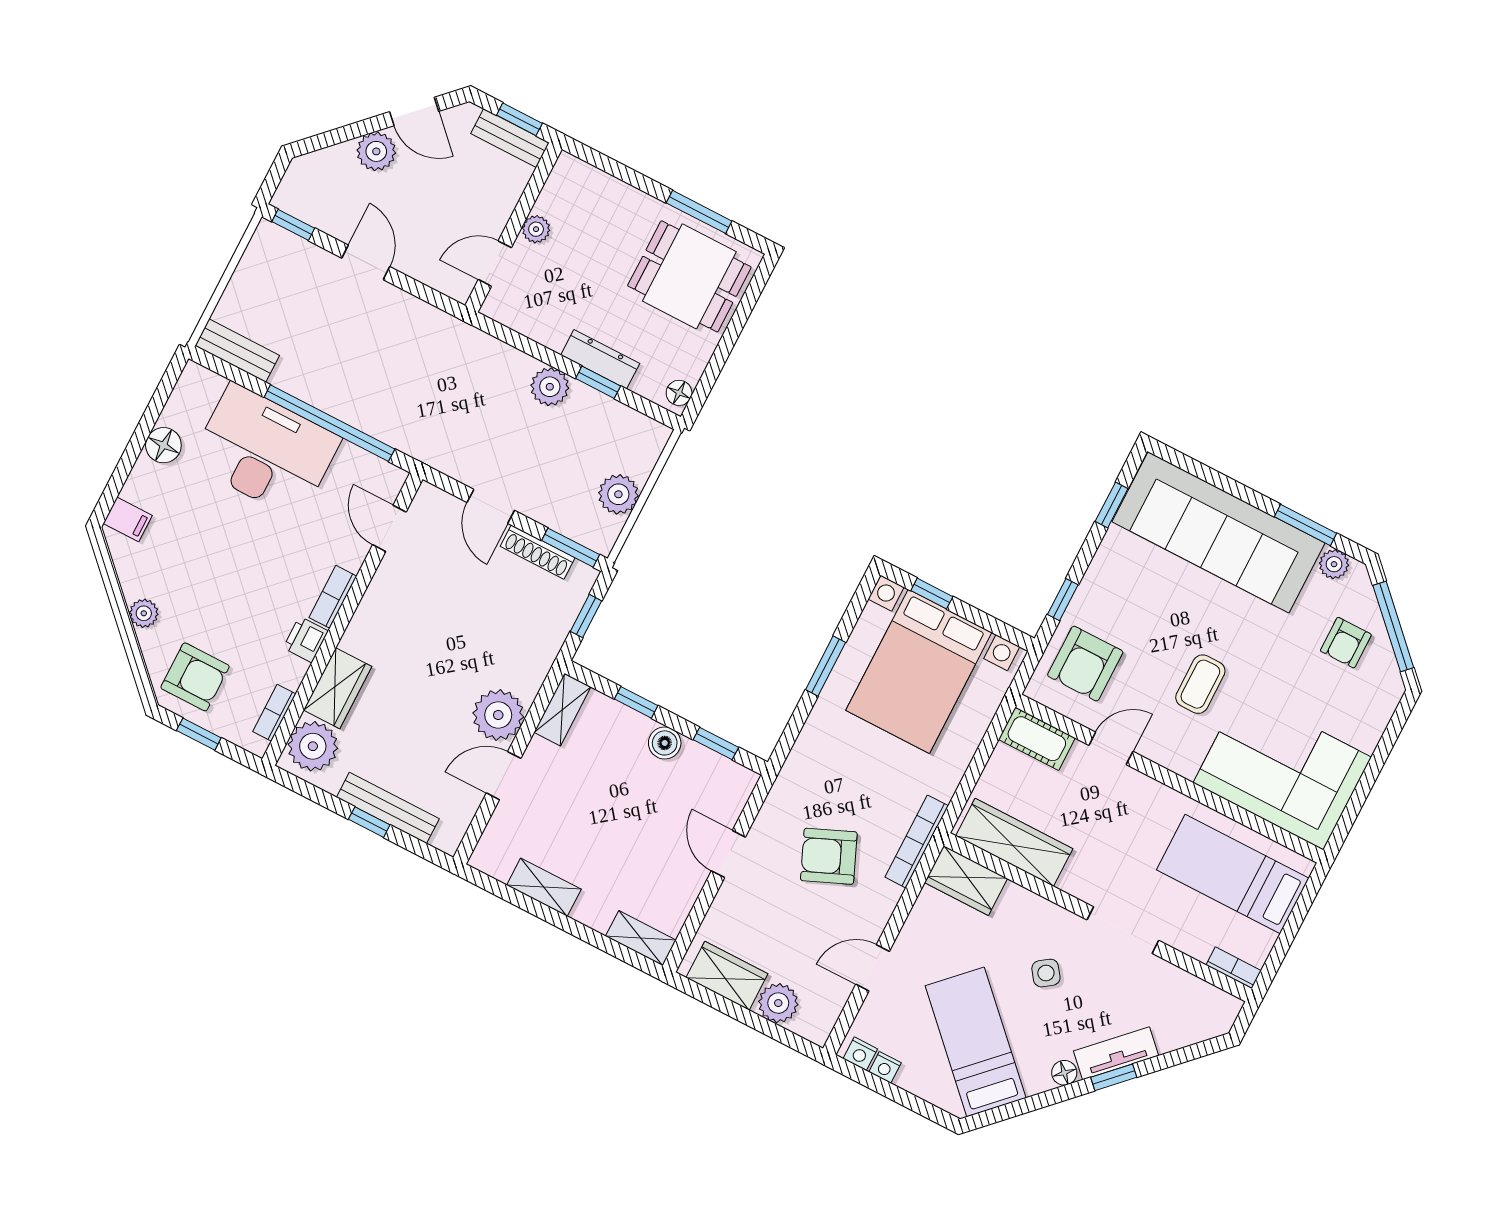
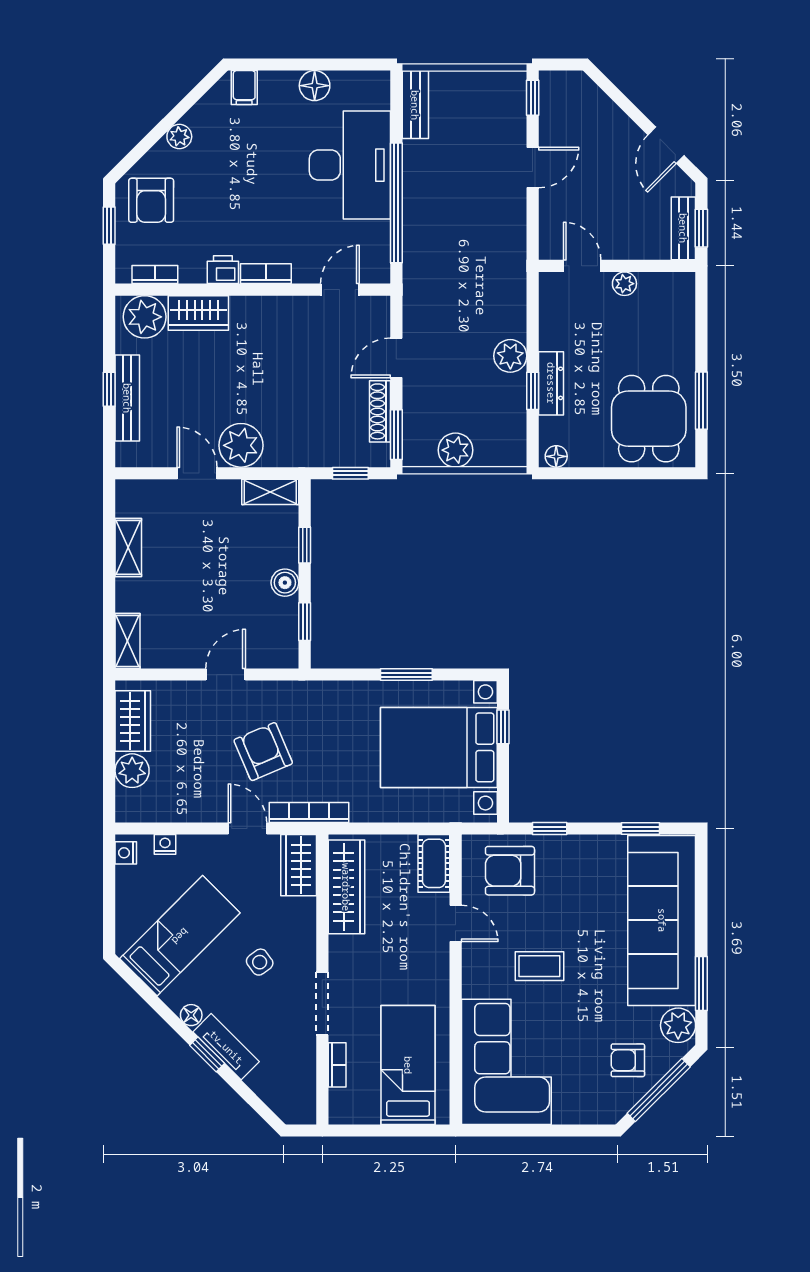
plant: (376, 151) -> (621, 132), removed
plant: (1334, 564) -> (678, 1025), width x1.38, depth x1.38
door: (873, 968) -> (247, 829), moved
bookcase: (1234, 968) -> (337, 1065), moved
nightstand: (885, 1067) -> (165, 844), moved, turned 90

